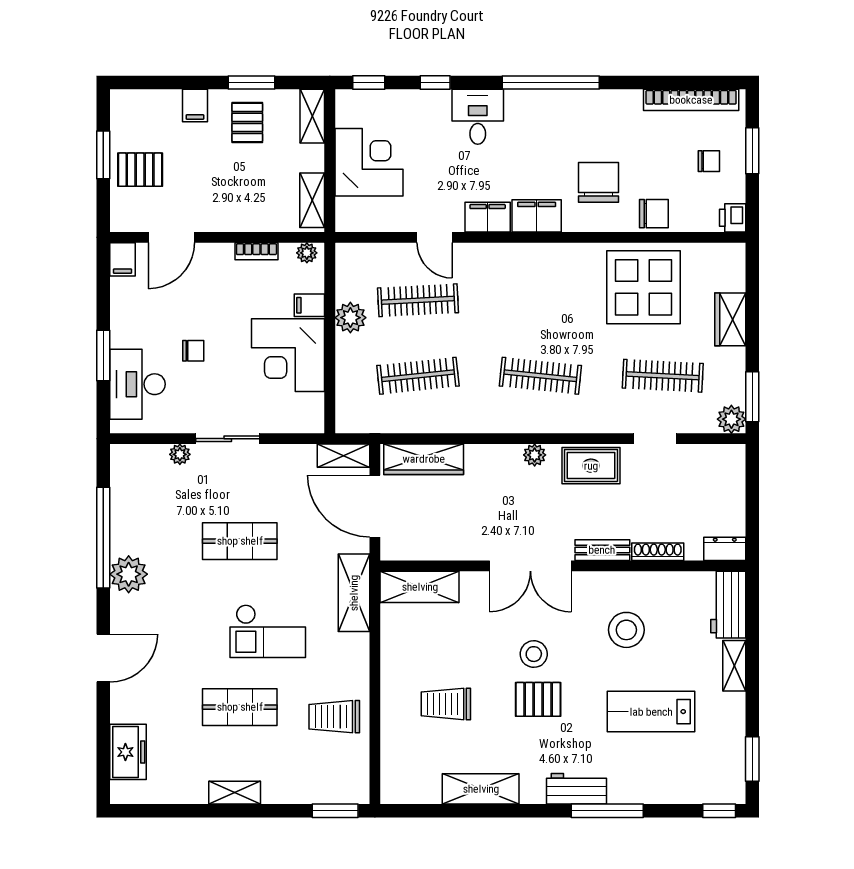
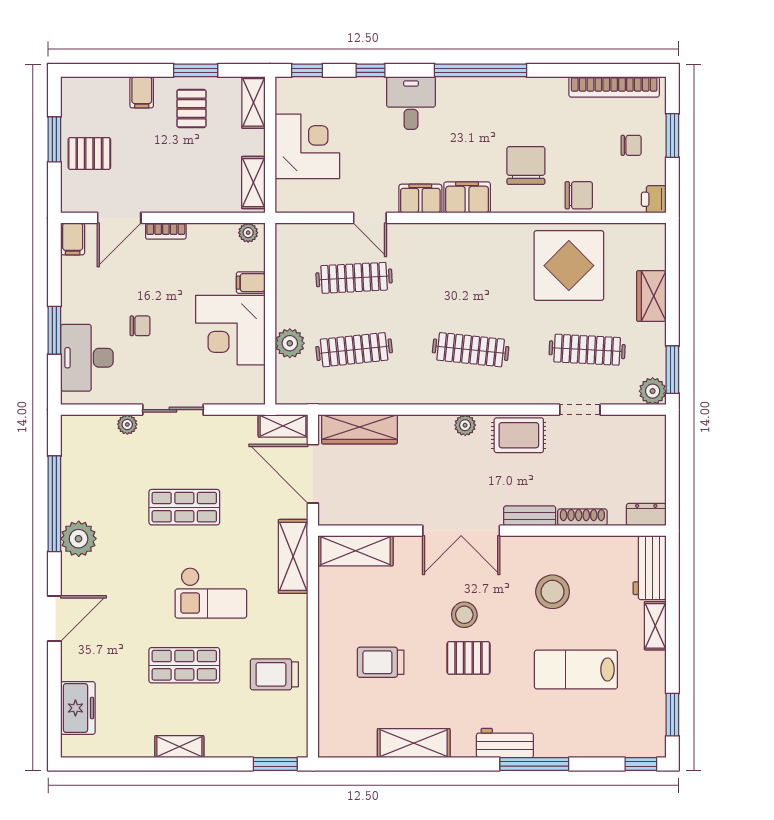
bookcase: (256, 251) -> (166, 231), moved
plant: (350, 318) -> (290, 343), moved

